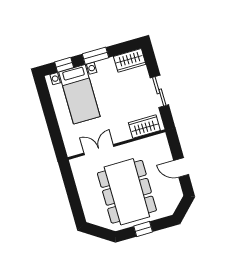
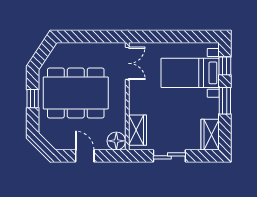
floor lamp: (160, 143) -> (116, 141), added
double door: (99, 150) -> (127, 63), moved
door: (181, 167) -> (85, 156), hinge flipped

